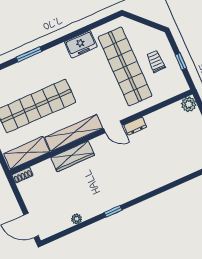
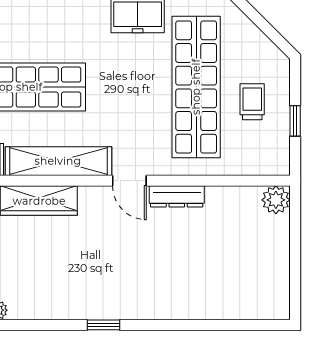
dresser: (135, 126) -> (177, 196), width x1.44
window: (113, 211) -> (103, 325), moved

